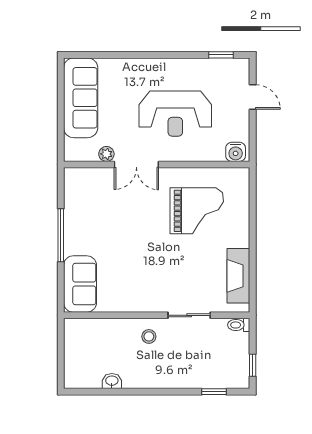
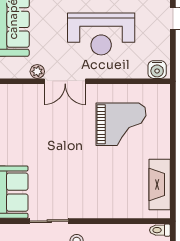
sliding door: (189, 315) -> (49, 221), moved

